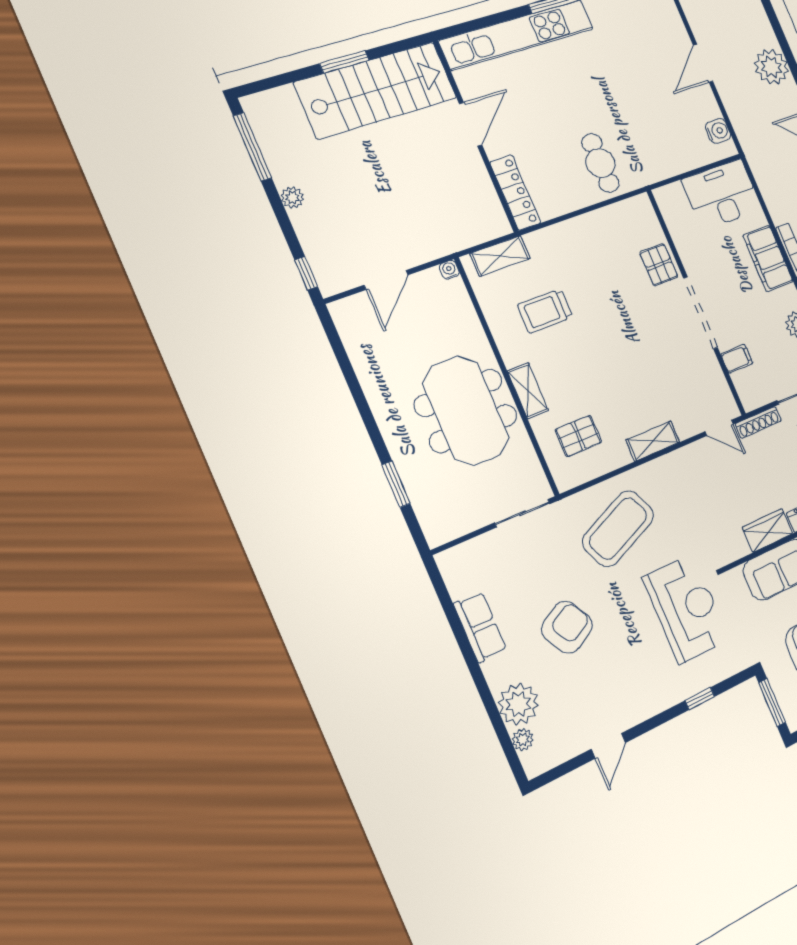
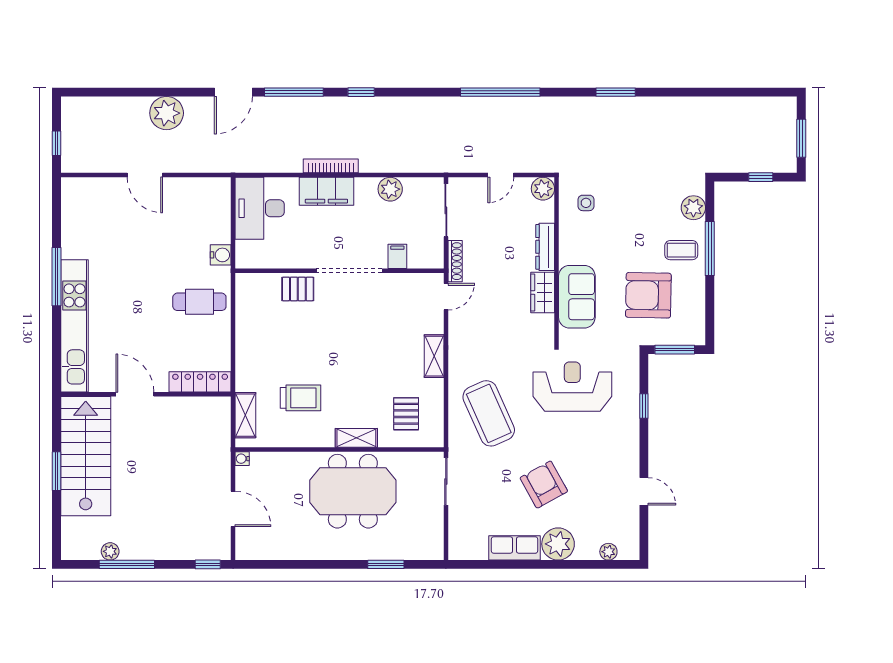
water cooler: (718, 131) -> (221, 255), moved, turned 90
window: (252, 147) -> (127, 564), moved
plant: (292, 198) -> (110, 551), moved
trolley: (545, 311) -> (301, 398), turned -90
plant: (518, 704) -> (558, 544), moved

